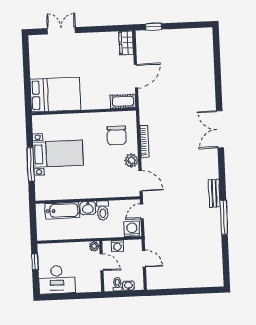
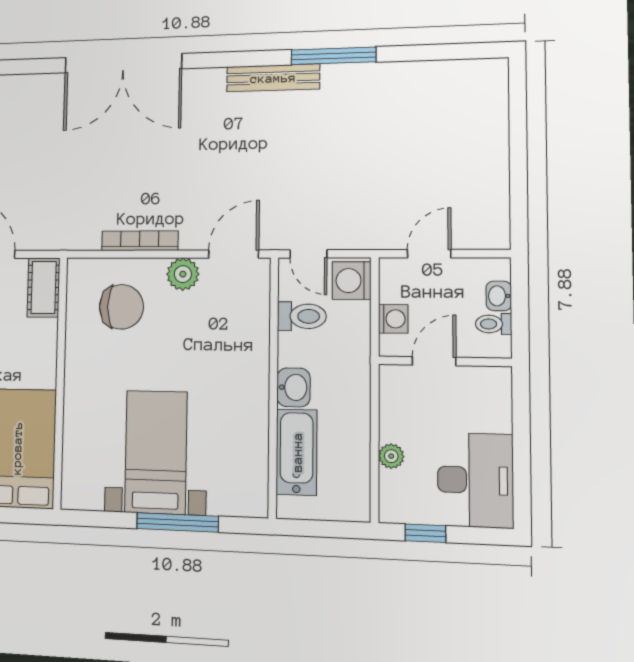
double door: (220, 129) -> (123, 63), width x1.36
bench: (214, 193) -> (273, 78), width x1.36
toilet: (103, 211) -> (302, 316), moved
plant: (94, 246) -> (391, 456), moved

